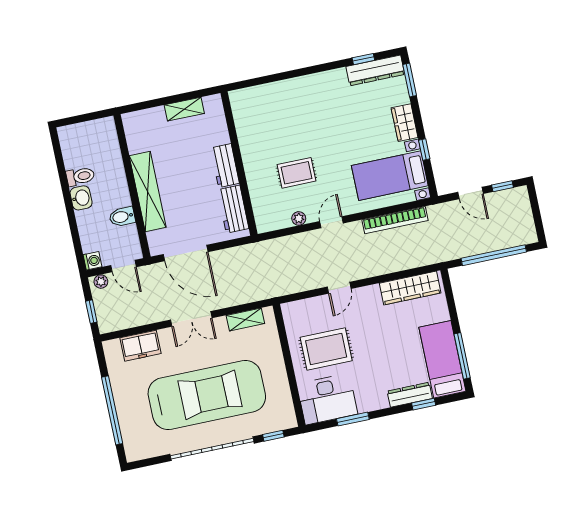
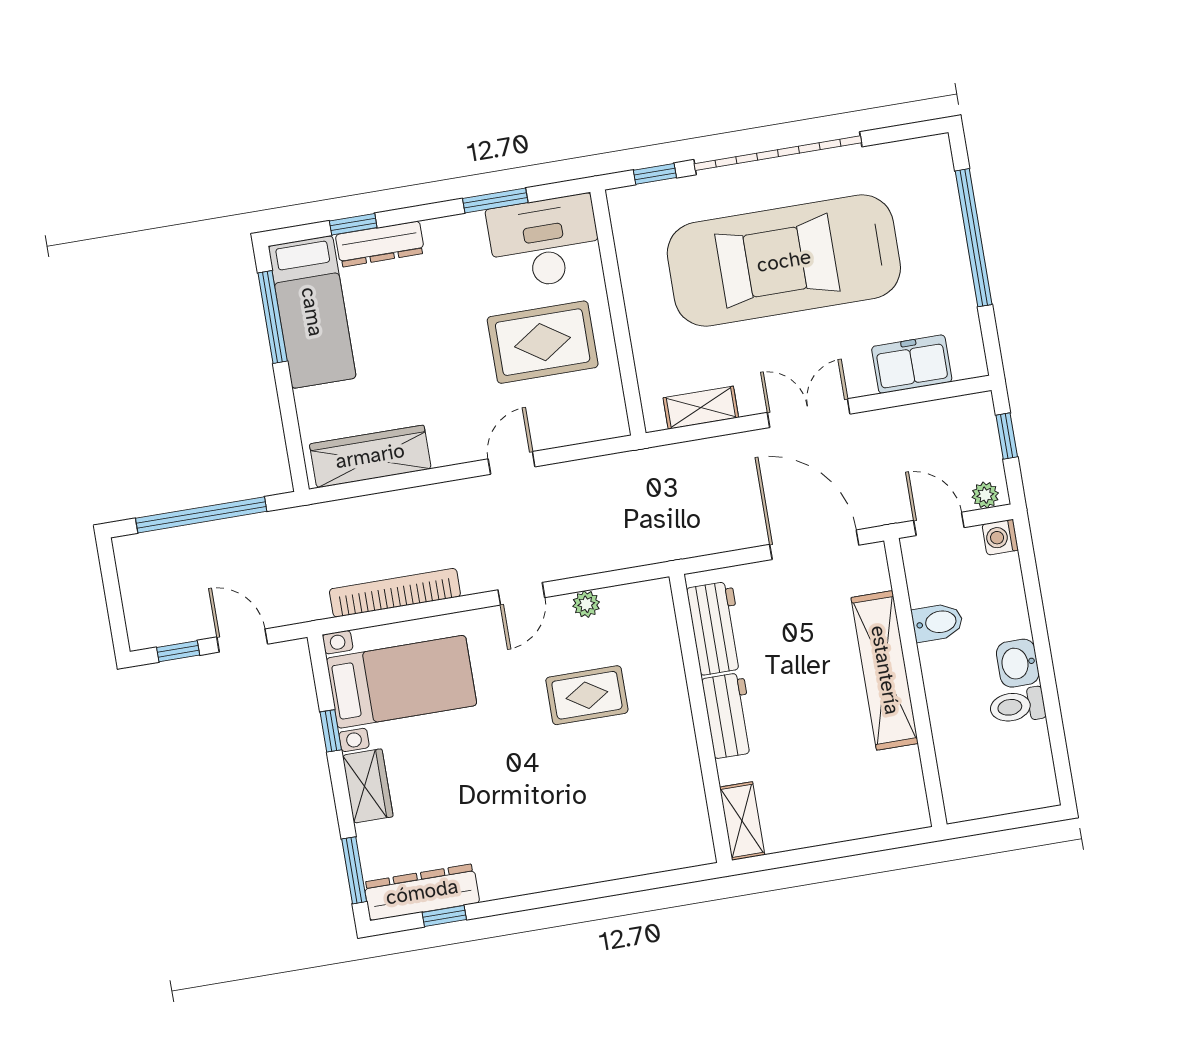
shelving: (184, 109) -> (742, 821), moved, turned 90

